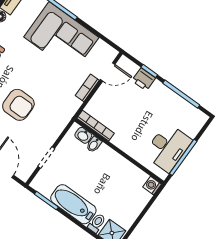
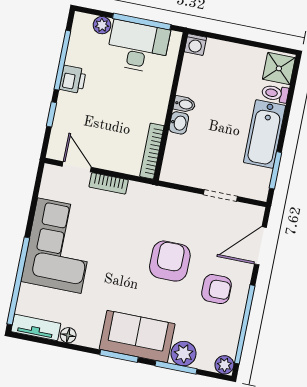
printer: (144, 79) -> (73, 79), moved
plant: (193, 130) -> (102, 25), added
washbasin: (83, 135) -> (179, 123), moved
bidet: (94, 144) -> (184, 104), moved

